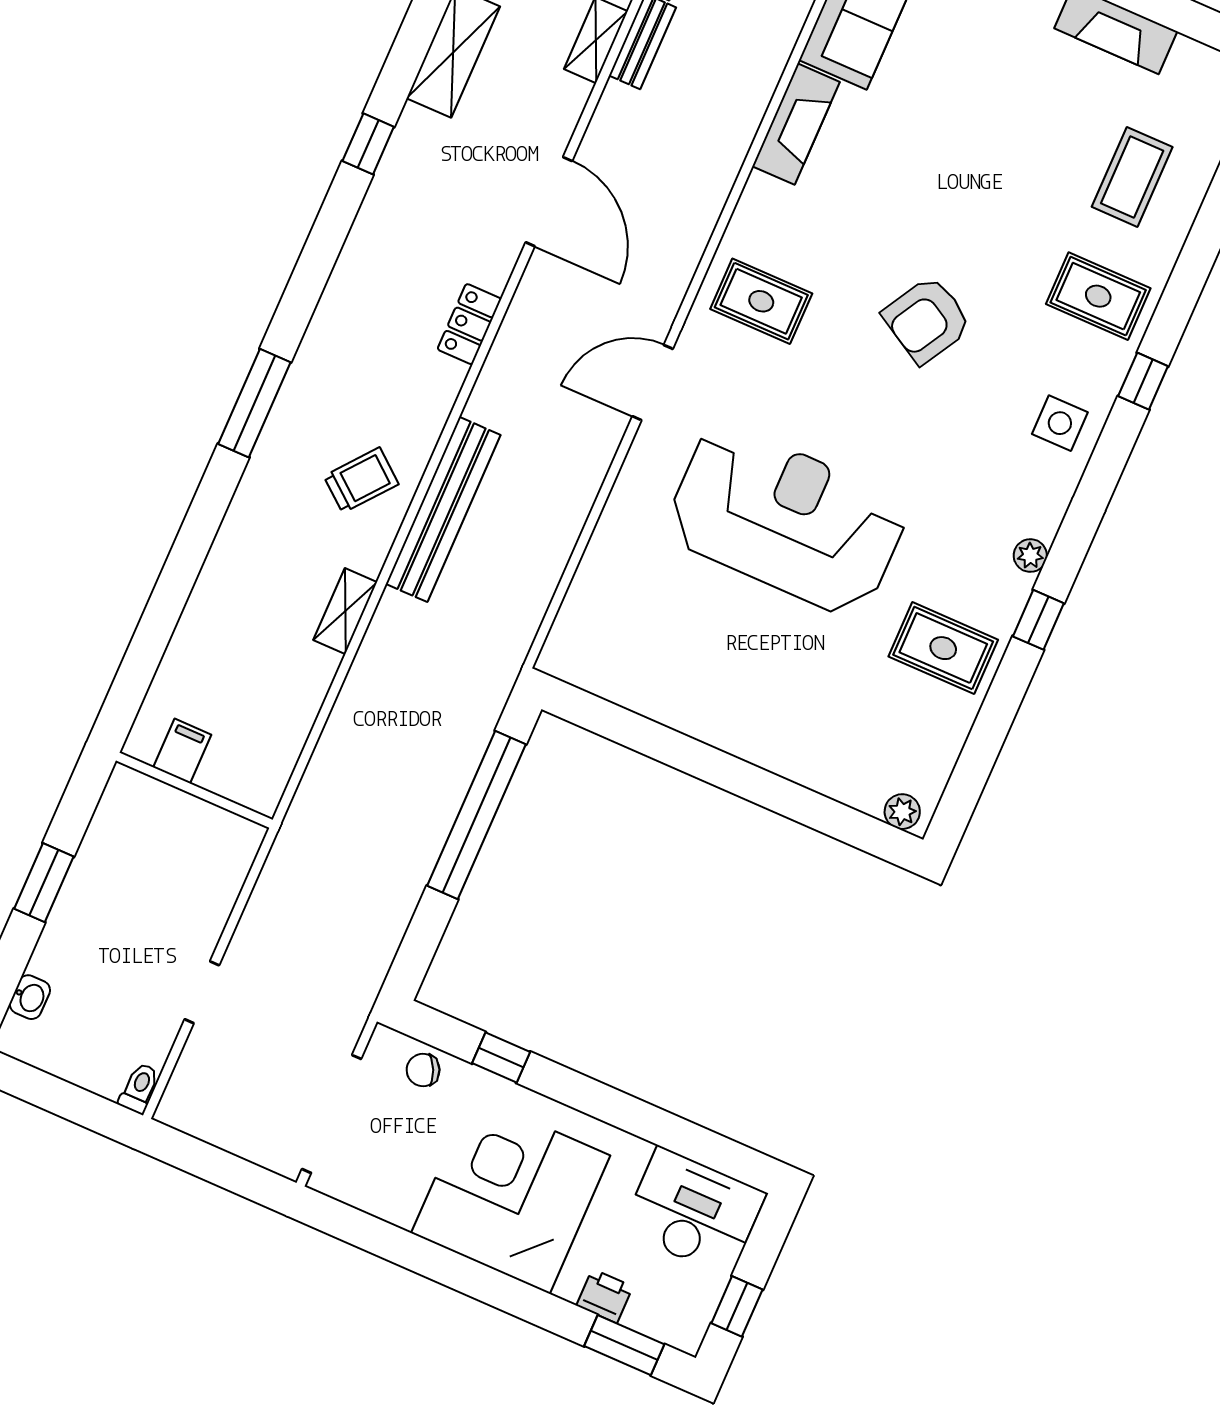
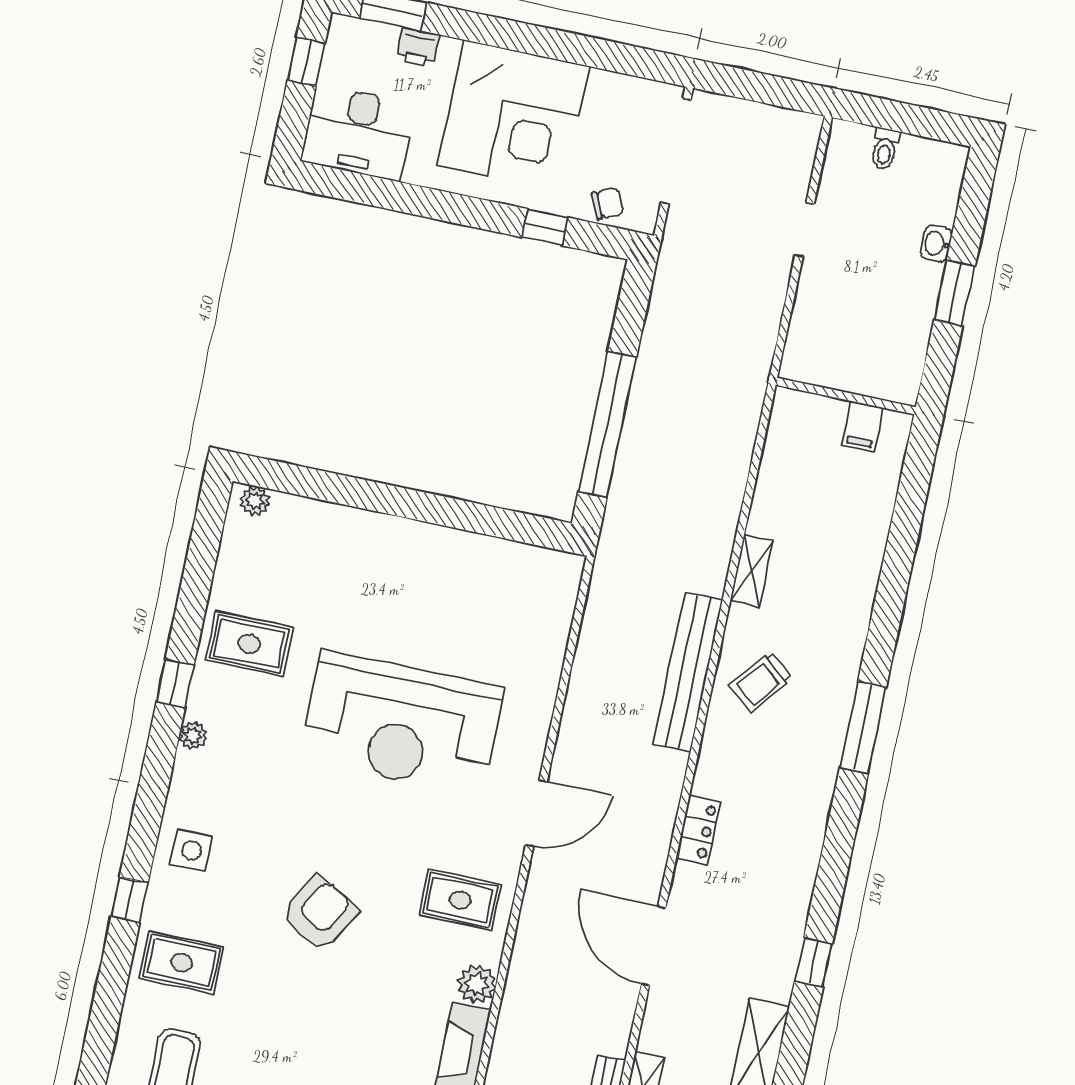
plant: (763, 200) -> (477, 984), added
washbasin: (30, 997) -> (936, 244), moved
toilet: (139, 1088) -> (885, 149), moved

